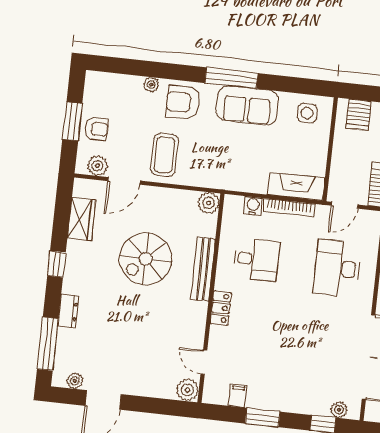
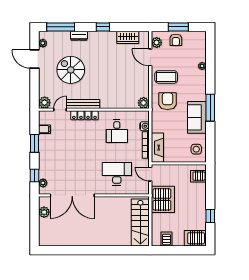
armchair: (183, 102) -> (167, 101), moved
spiral stairs: (146, 259) -> (71, 70), moved
bench: (203, 269) -> (83, 104), moved
locker: (221, 308) -> (84, 115), width x1.53

